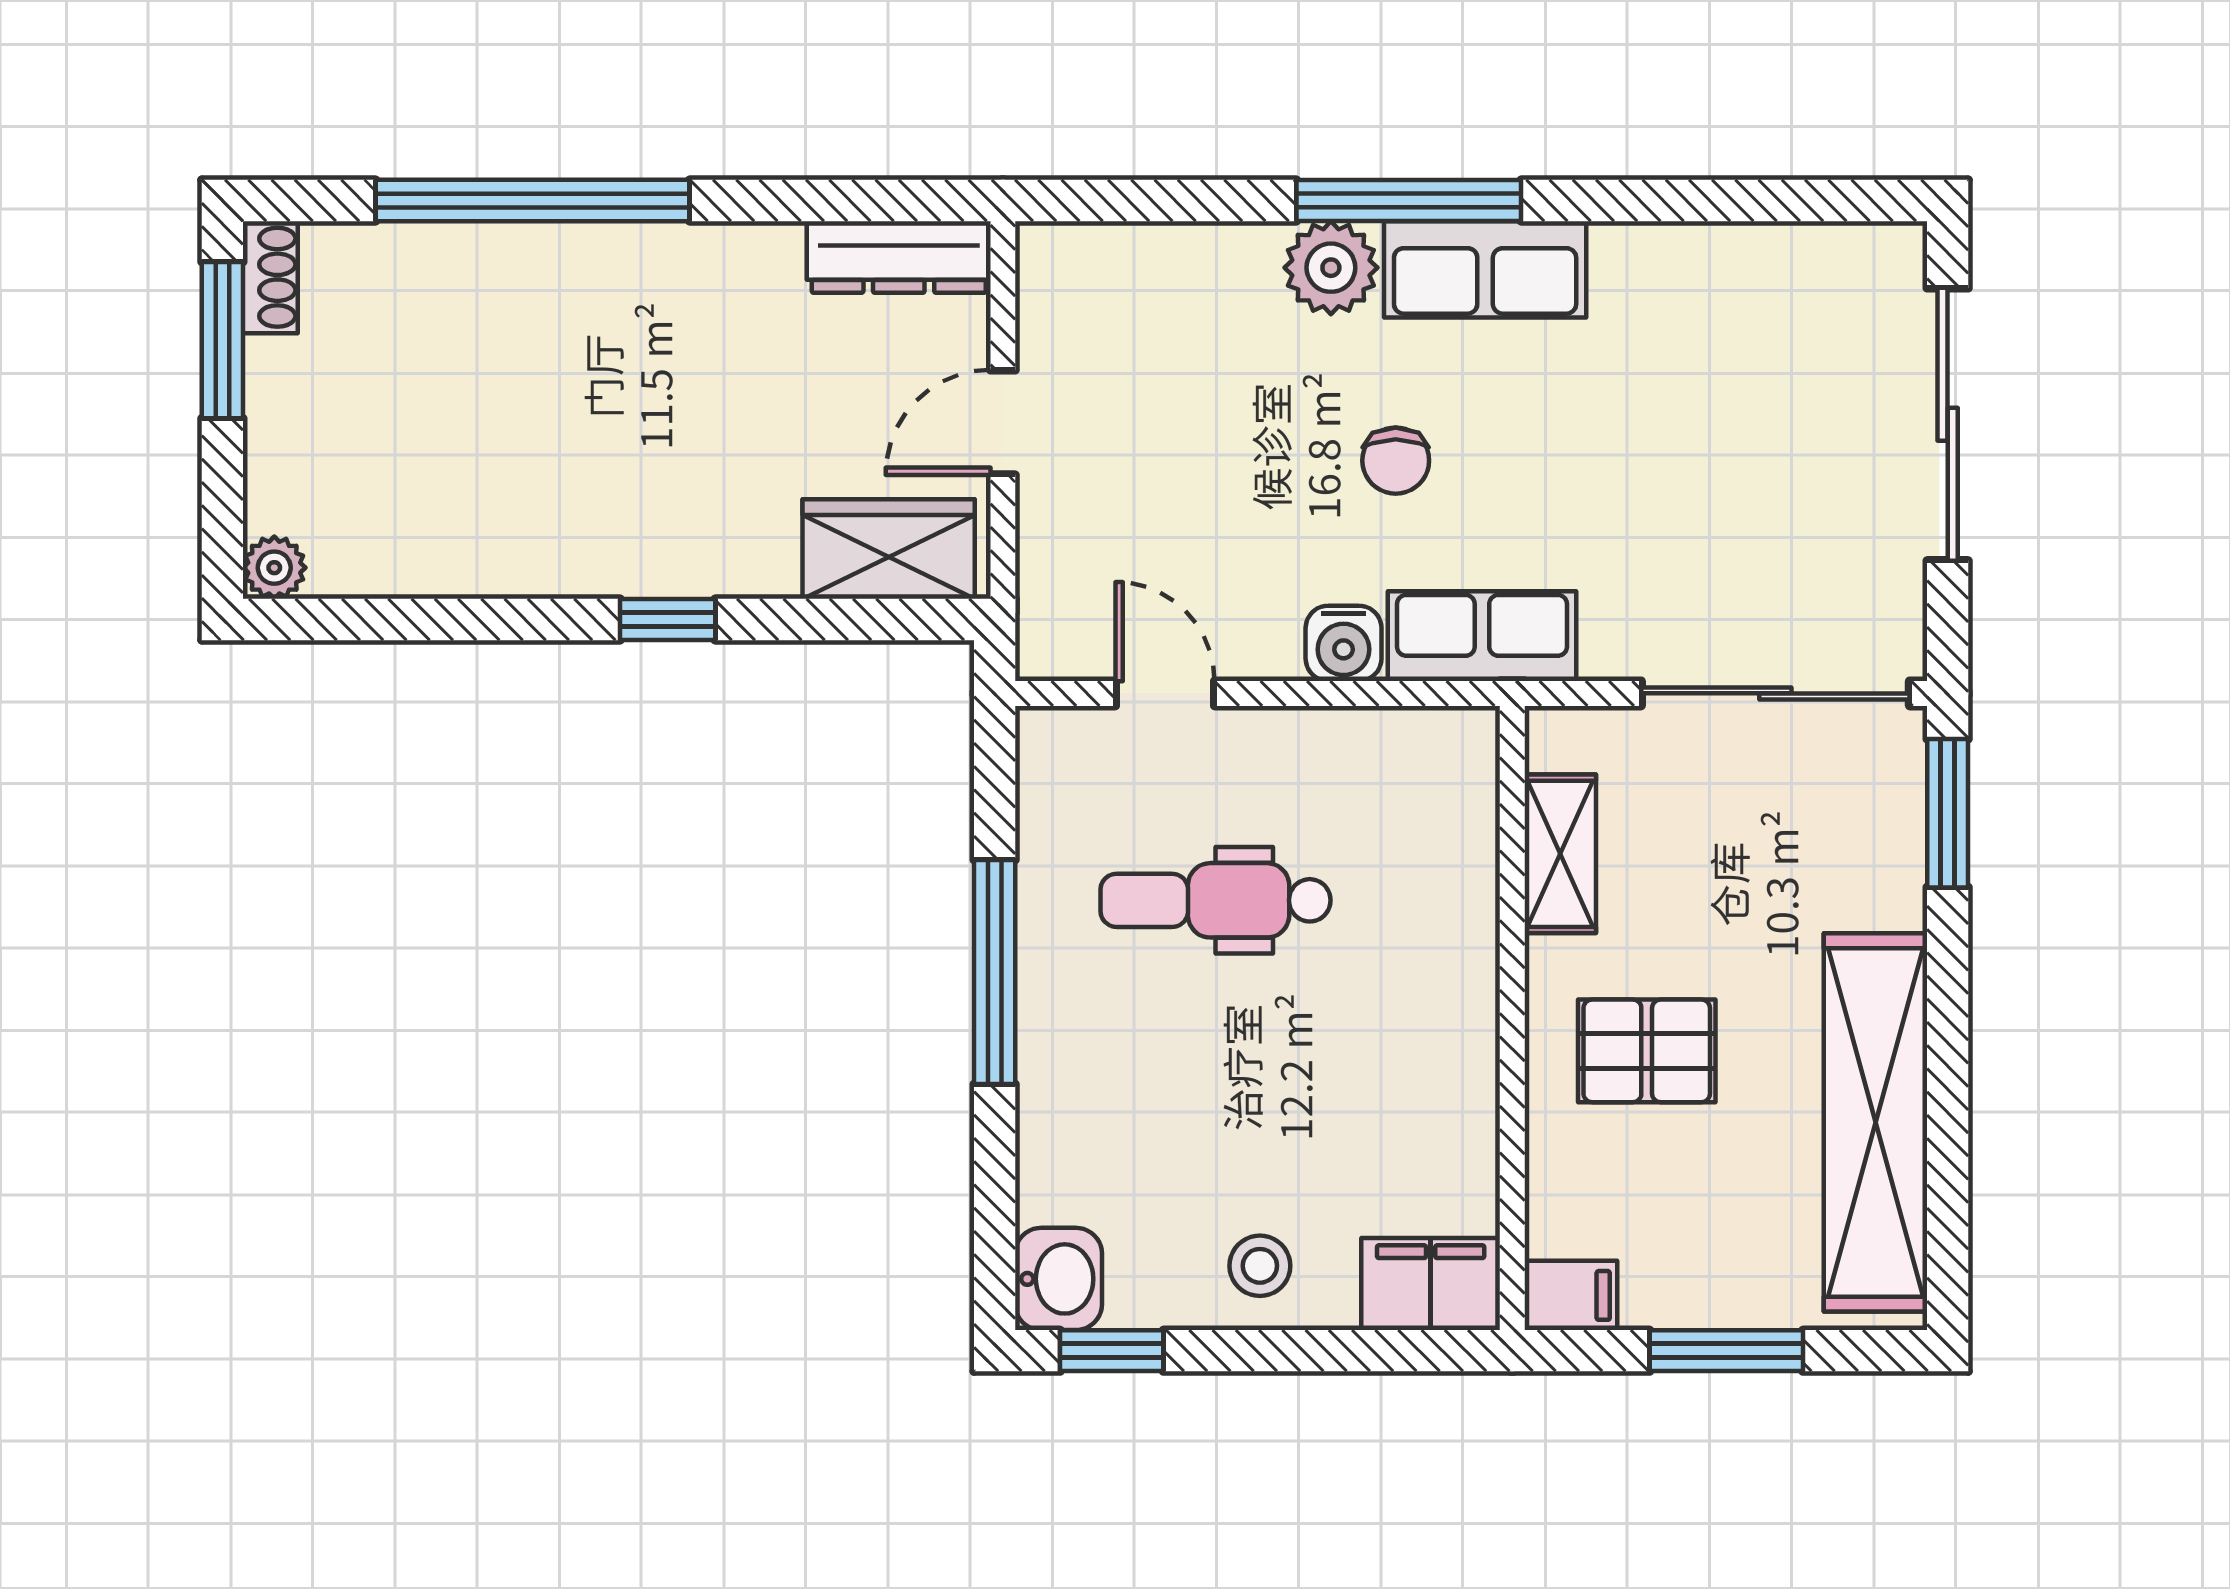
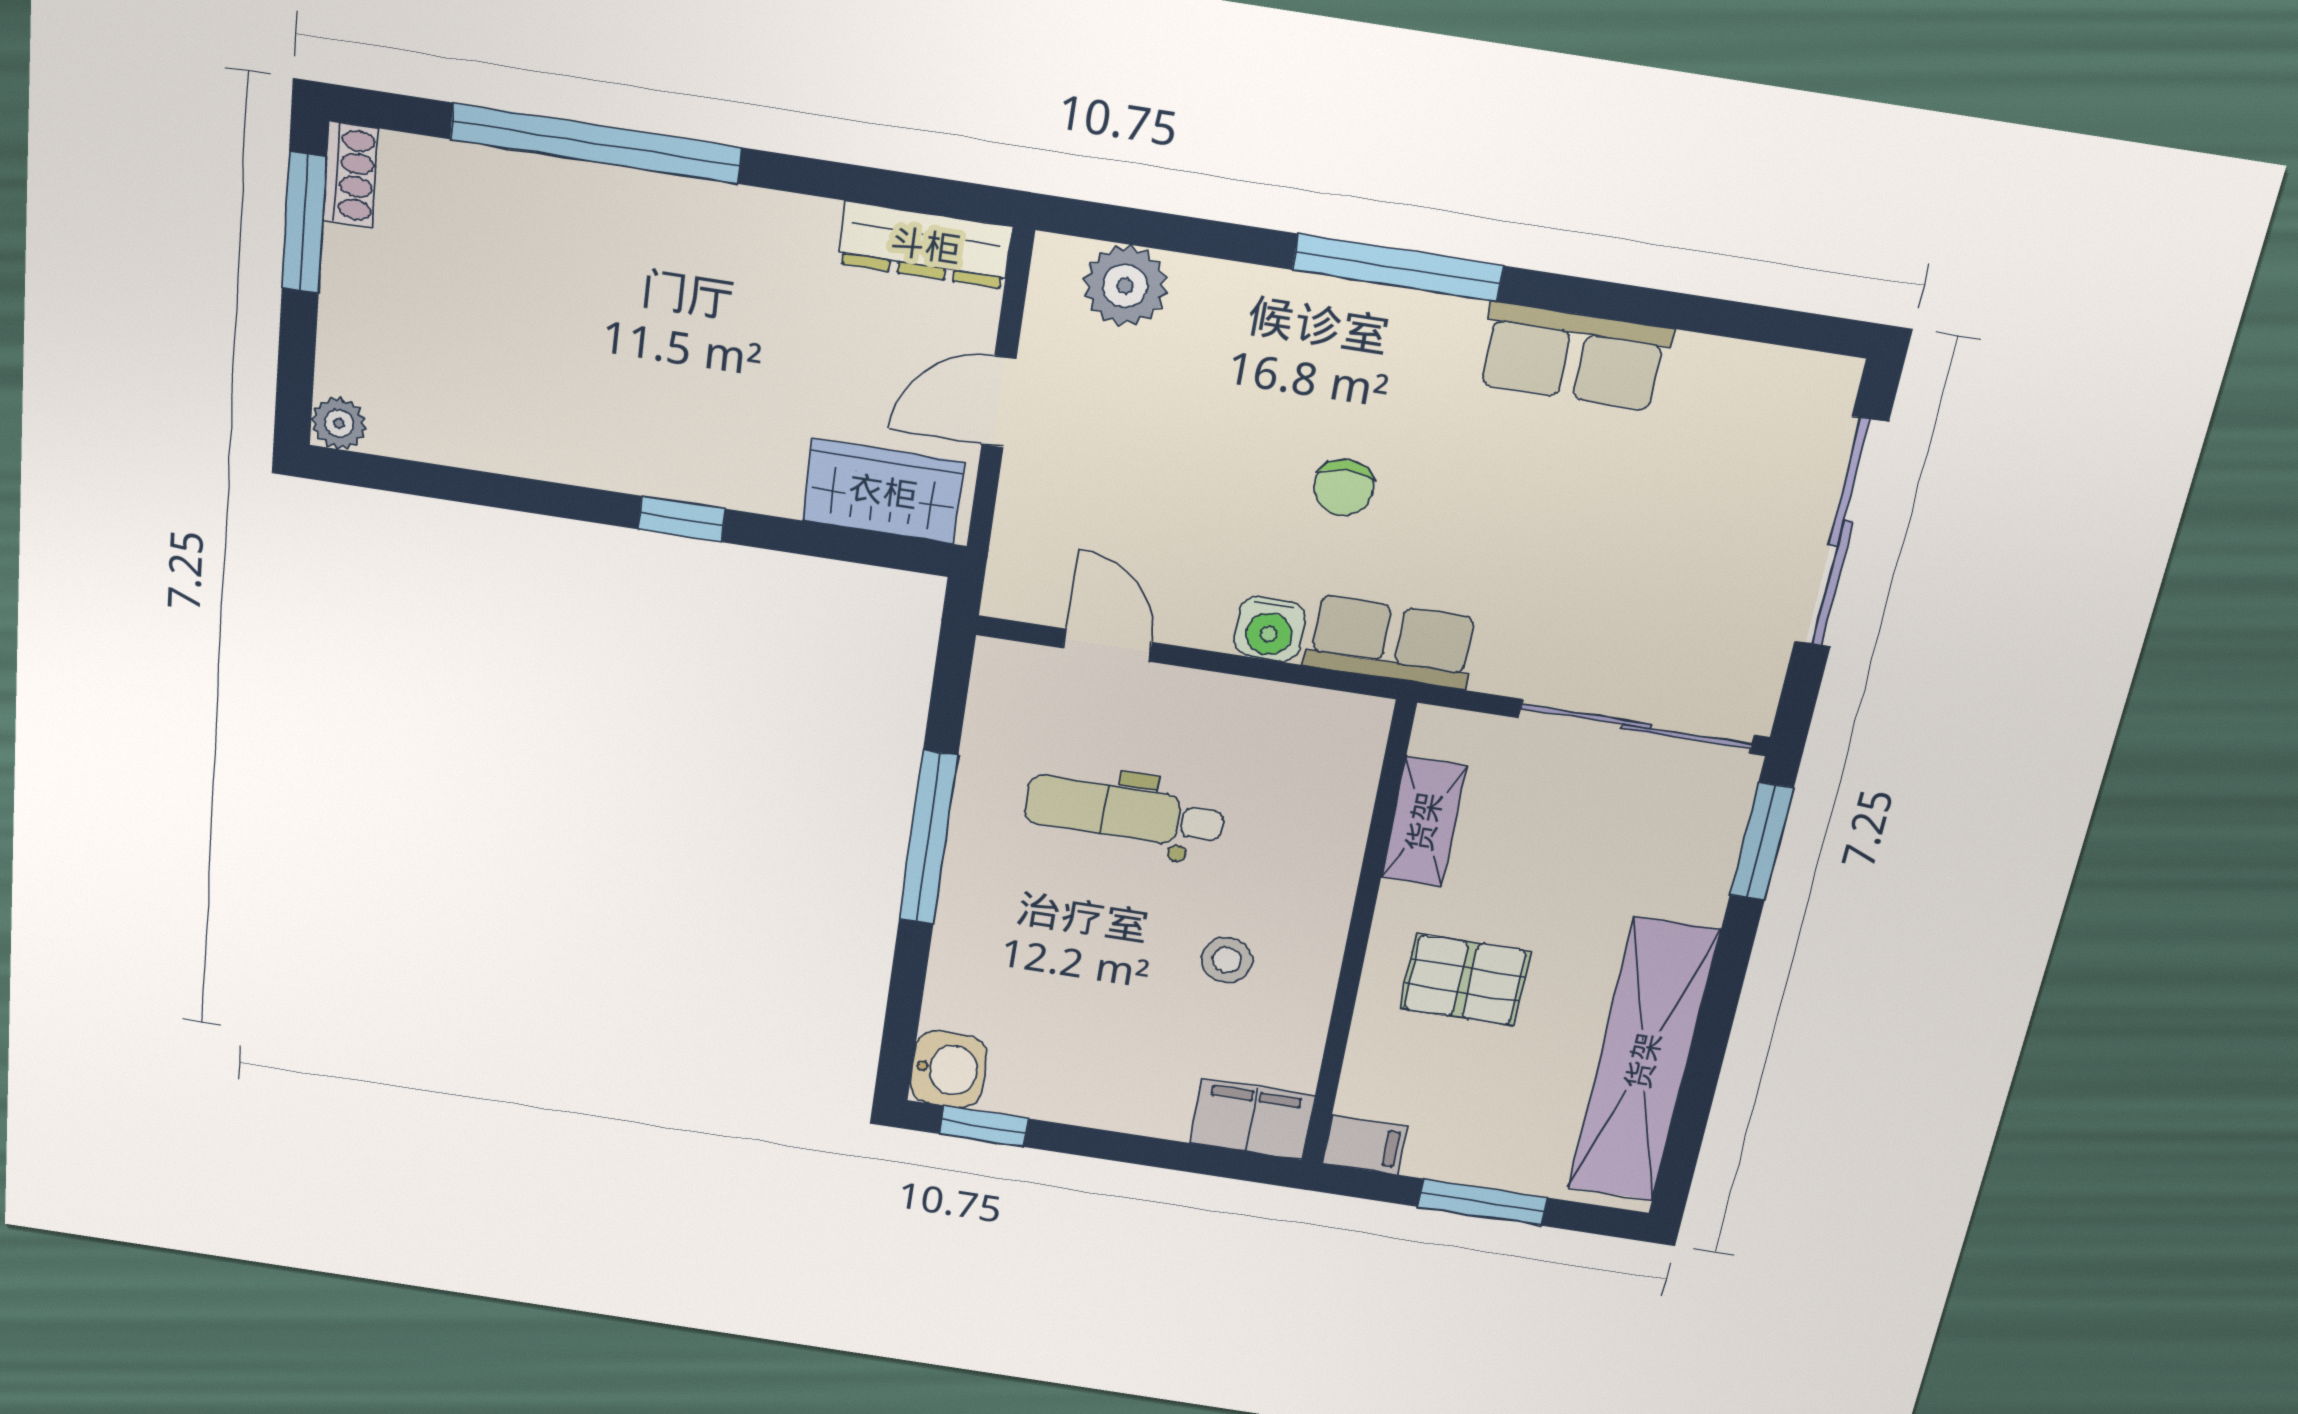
plant: (1331, 268) -> (1125, 286), moved
row of seats: (1485, 269) -> (1574, 357), moved
stool: (1260, 1266) -> (1227, 960), moved

